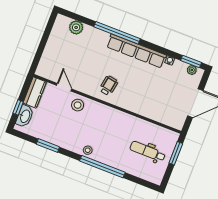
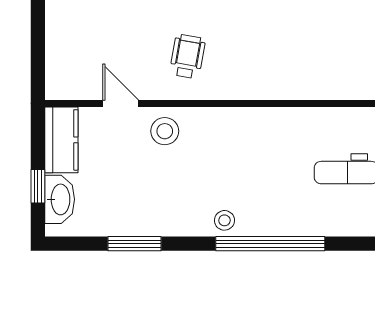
wheelchair: (109, 86) -> (187, 56), moved

